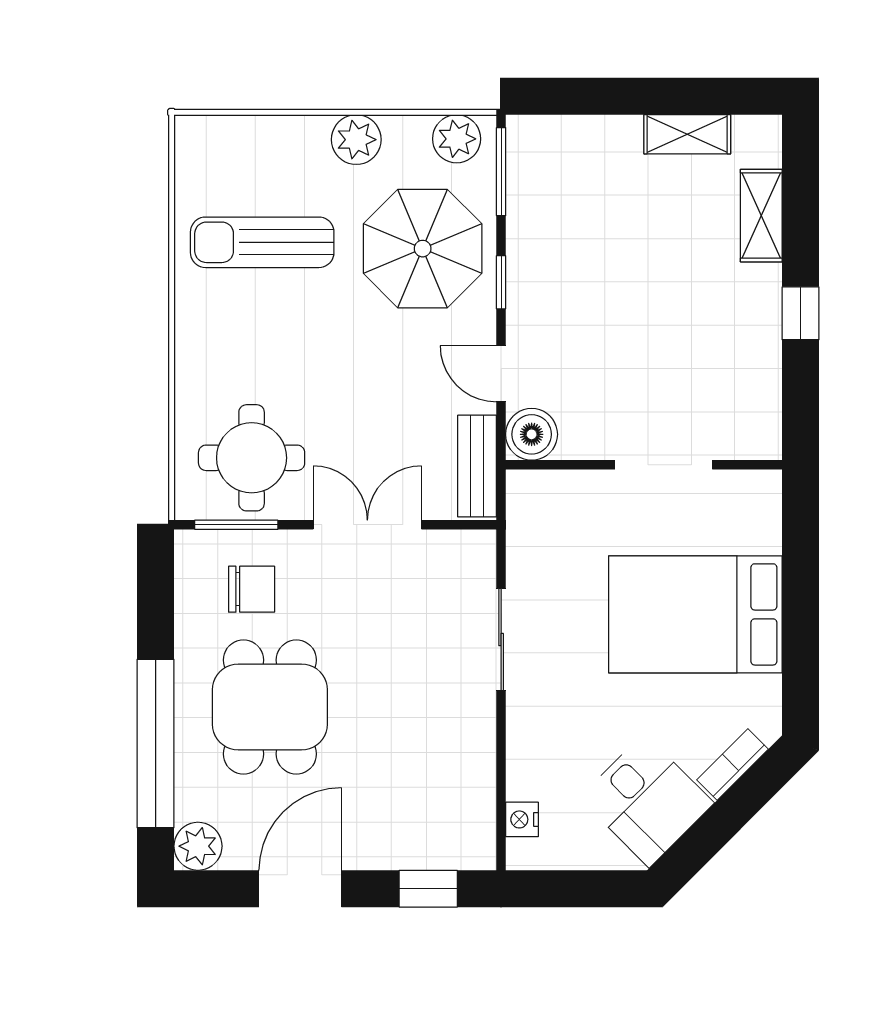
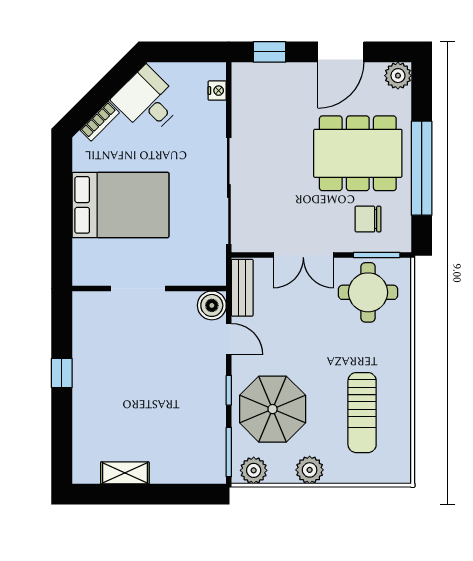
shelving: (761, 216) -> (84, 428), removed
sun lounger: (262, 242) -> (362, 413), turned 90
sliding door: (501, 640) -> (229, 191), width x1.86
dining table: (270, 707) -> (358, 153), width x1.38
window: (156, 743) -> (422, 168), moved

